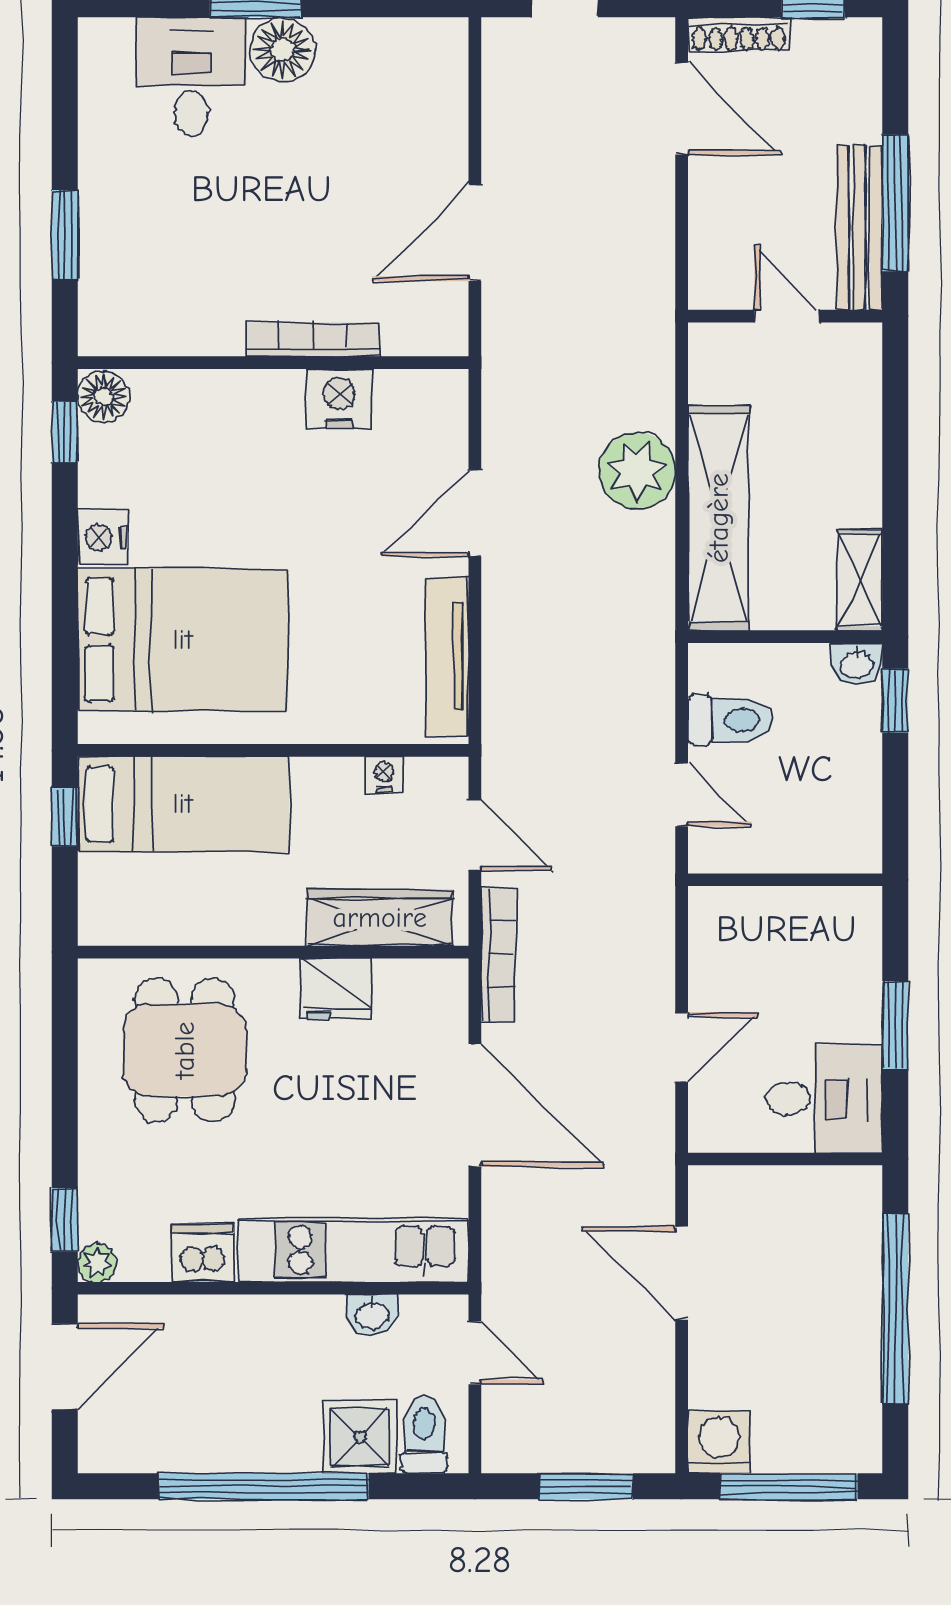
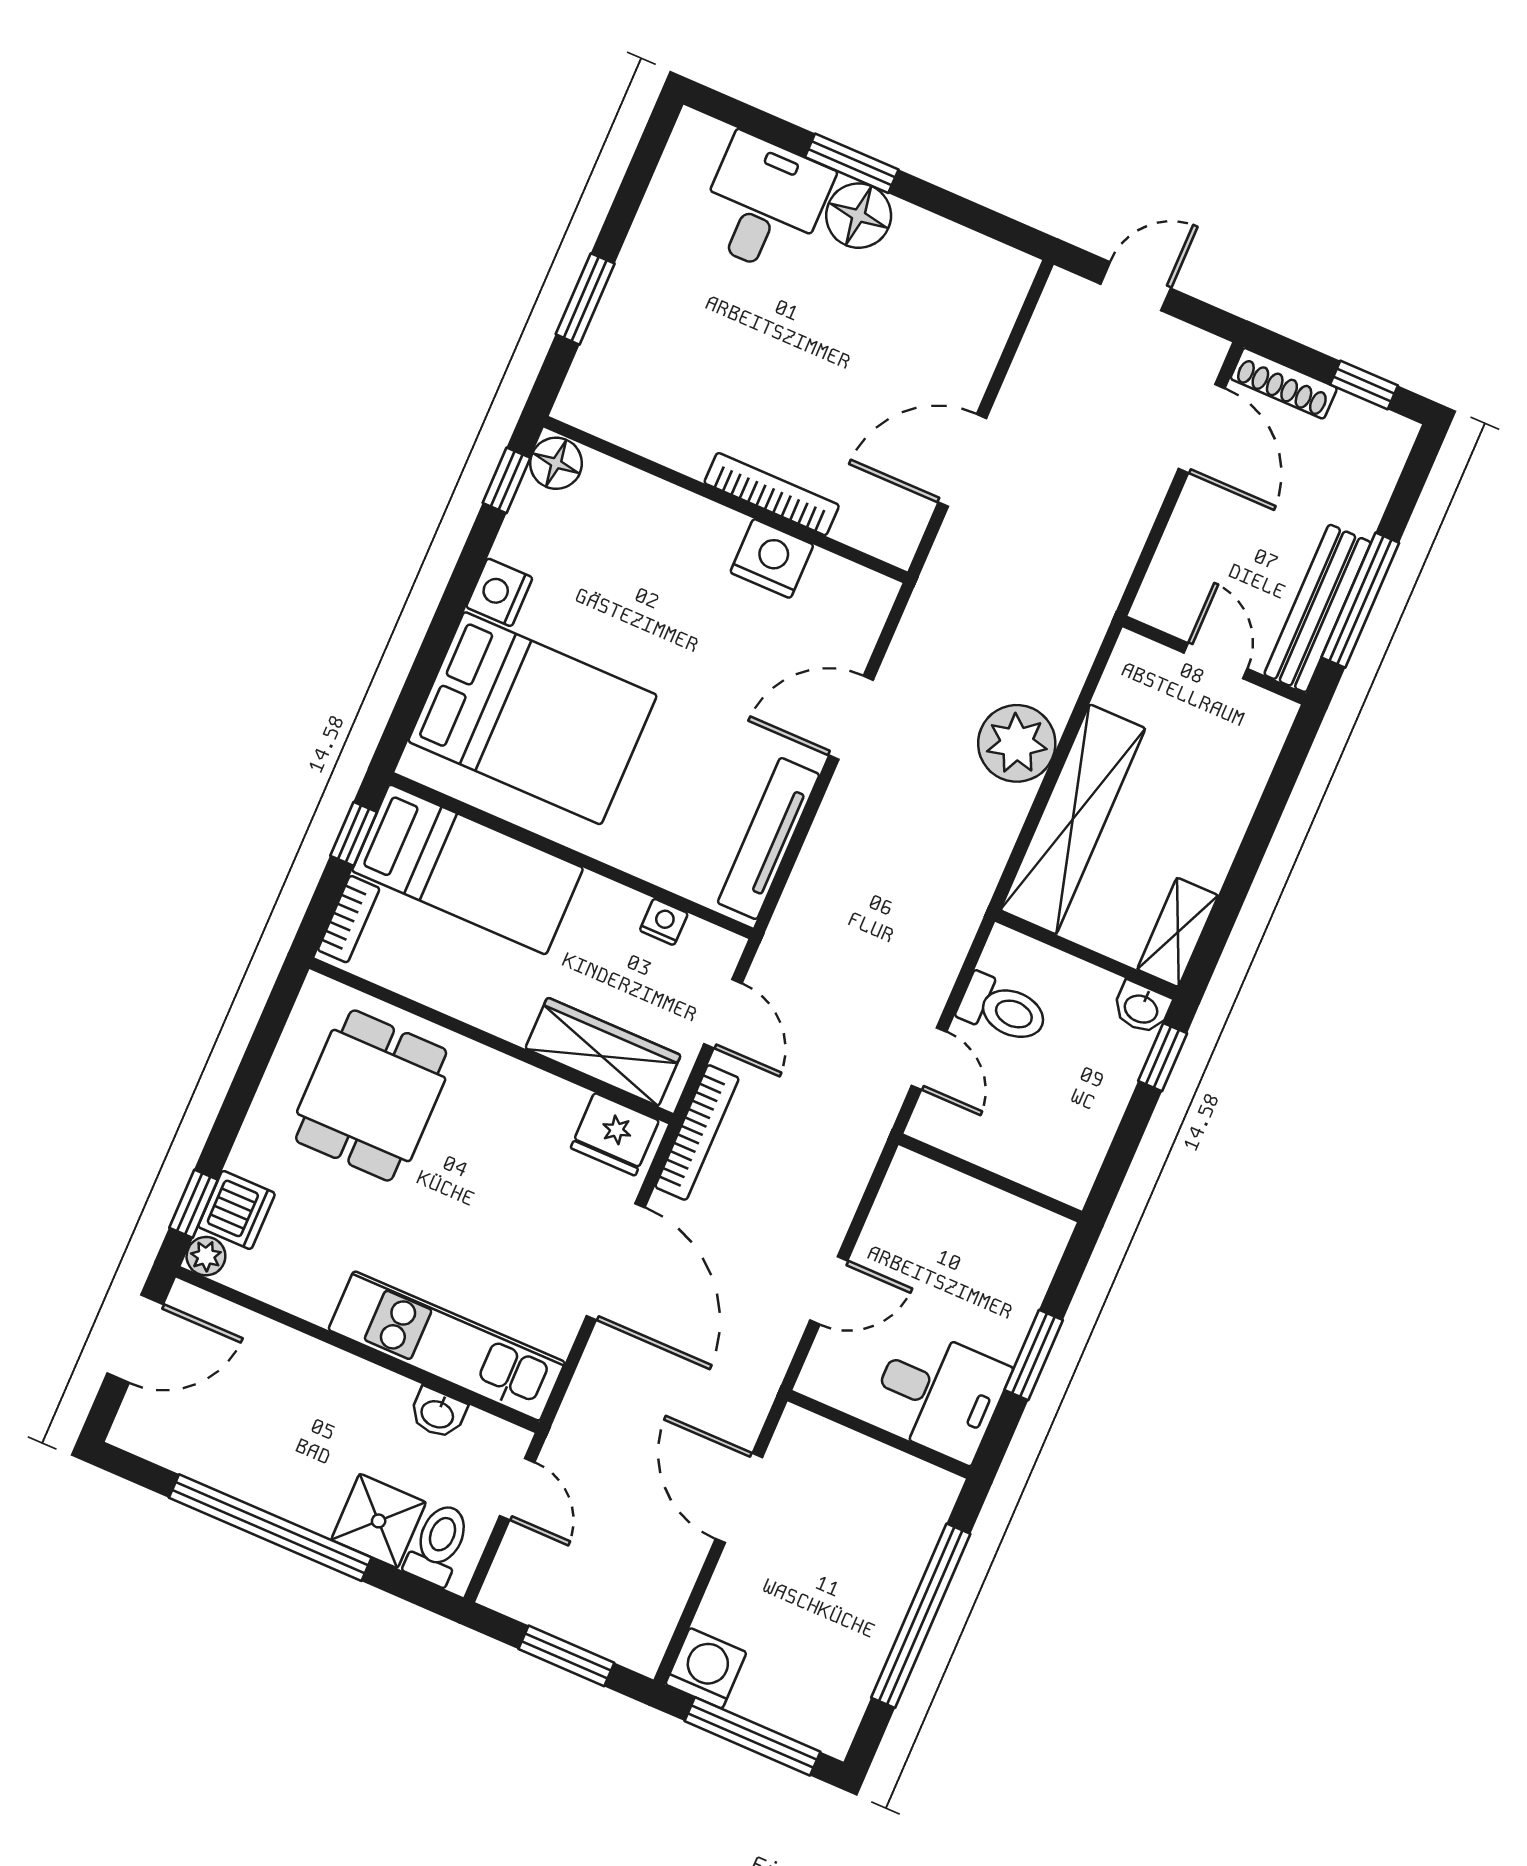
bookcase: (94, 897) -> (349, 919), added
fridge: (337, 989) -> (615, 1134), moved
dishwasher: (203, 1253) -> (237, 1210), moved, turned 90

